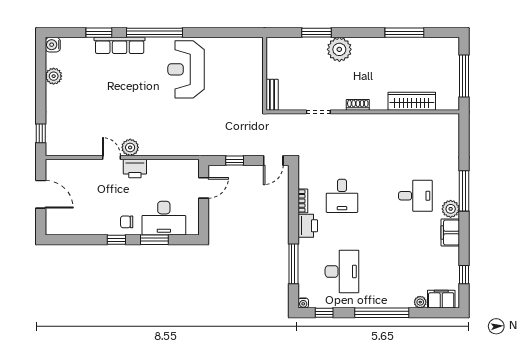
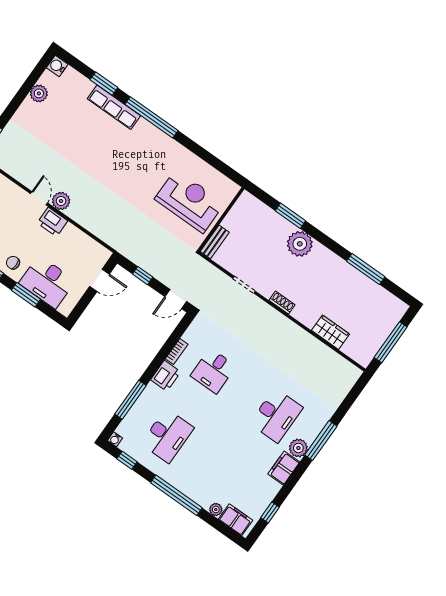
reception desk: (186, 69) -> (189, 201), moved, turned 90
wardrobe: (412, 101) -> (331, 332), width x0.67
desk: (415, 196) -> (276, 415), width x1.37

